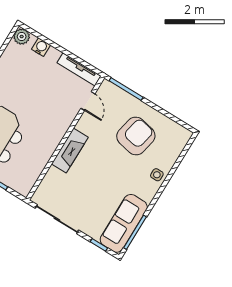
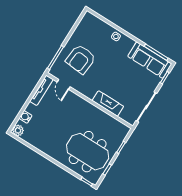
door: (88, 101) -> (64, 84), swing flipped
armchair: (136, 136) -> (81, 59), moved, turned -97
fireplace: (70, 151) -> (108, 103), moved

